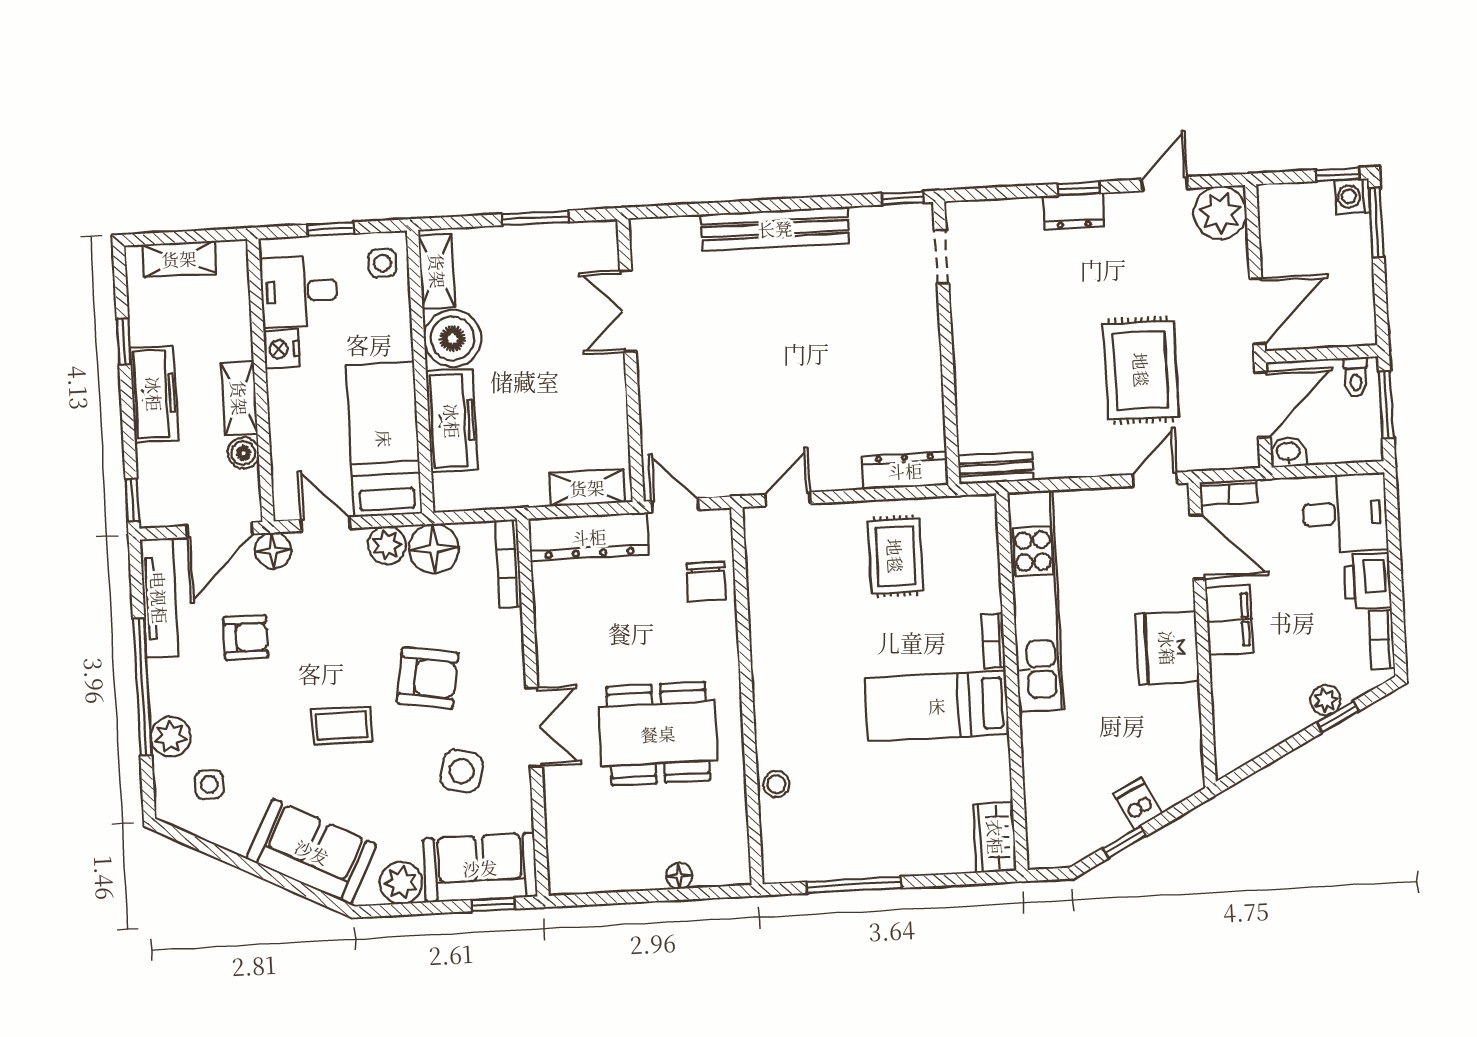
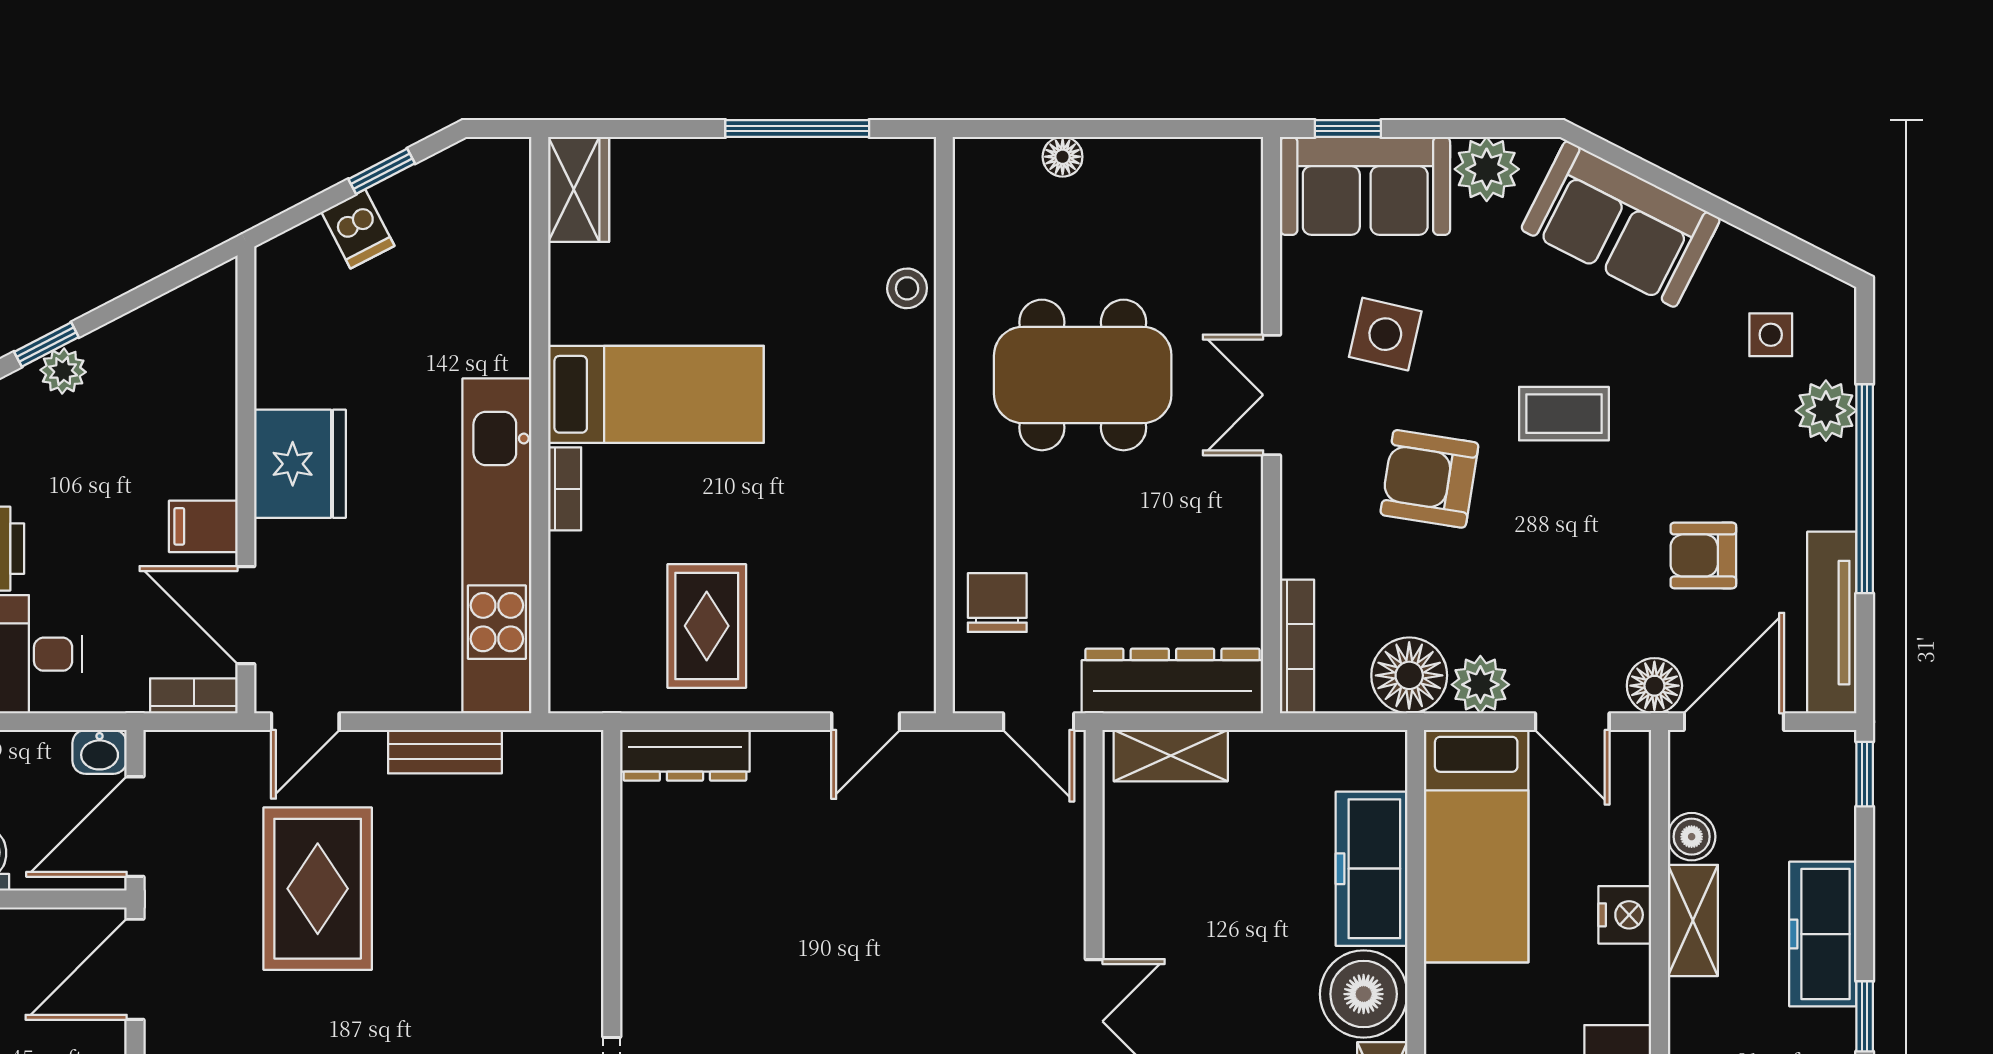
nightstand: (282, 349) -> (1625, 915), moved
bench: (996, 468) -> (445, 752), moved
filing cabinet: (1229, 620) -> (203, 526), width x0.50

